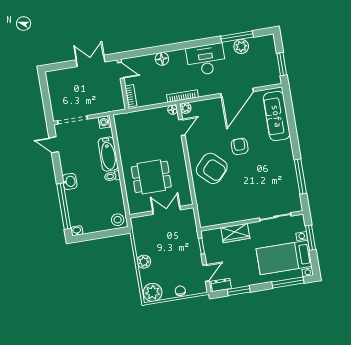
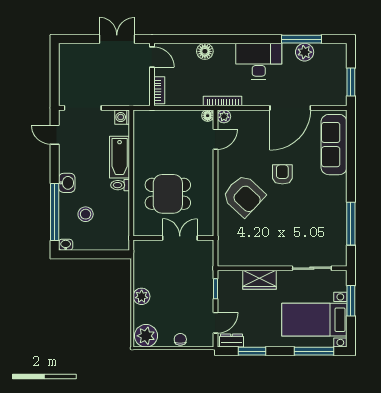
stool: (118, 220) -> (86, 214), moved

